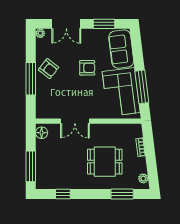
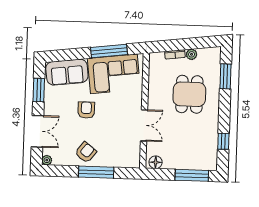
plant: (143, 178) -> (192, 54), moved

